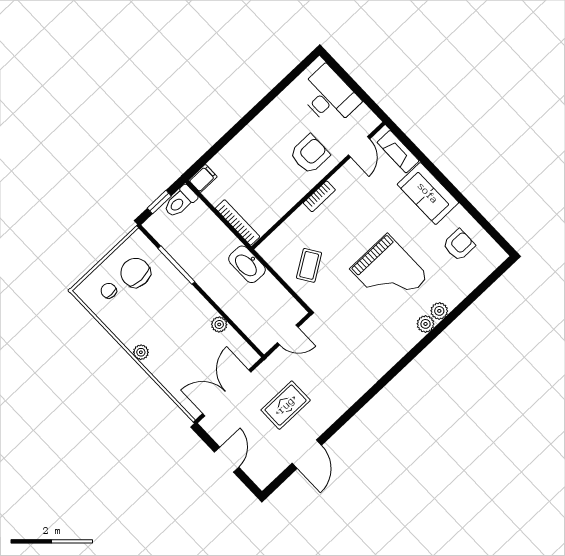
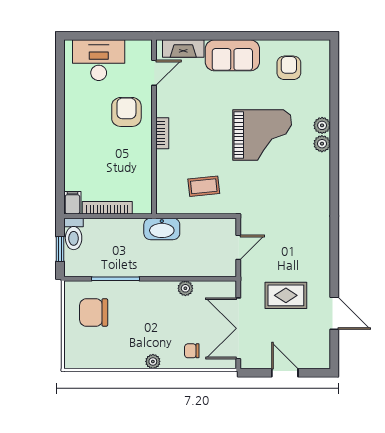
door: (359, 147) -> (154, 73), hinge flipped
bookcase: (238, 222) -> (107, 208), moved
coffee table: (309, 265) -> (204, 186), turned -63
chair: (109, 291) -> (192, 351), moved
rug: (286, 405) -> (286, 295), turned 90

